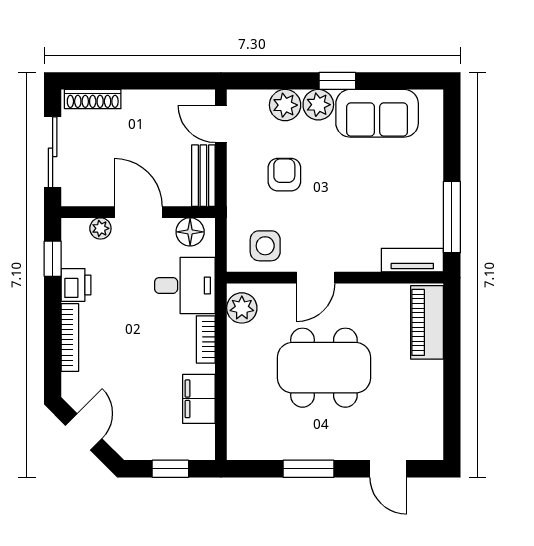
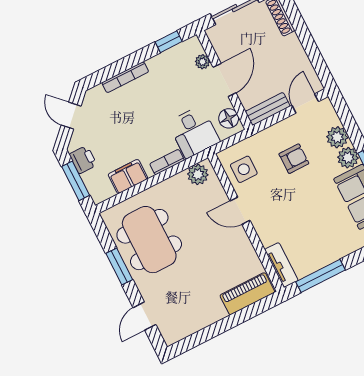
printer: (76, 285) -> (83, 160), moved, turned -90
dining table: (324, 368) -> (149, 240), moved
door: (84, 432) -> (71, 116), swing flipped
window: (170, 469) -> (76, 181), width x1.50

